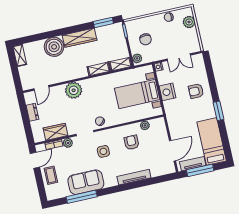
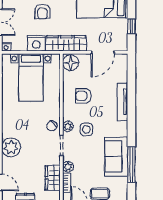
wardrobe: (173, 118) -> (66, 43), added
plant: (145, 125) -> (68, 126), moved
floor lamp: (157, 125) -> (71, 63), added
door: (172, 151) -> (103, 52), swing flipped
tv unit: (193, 164) -> (122, 33), removed
window: (200, 170) -> (131, 26), width x0.46

